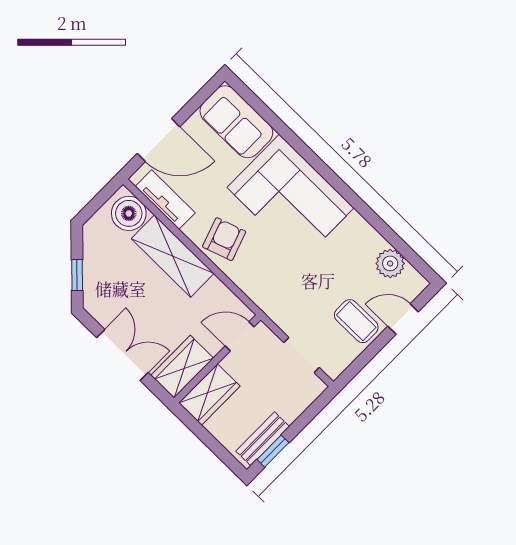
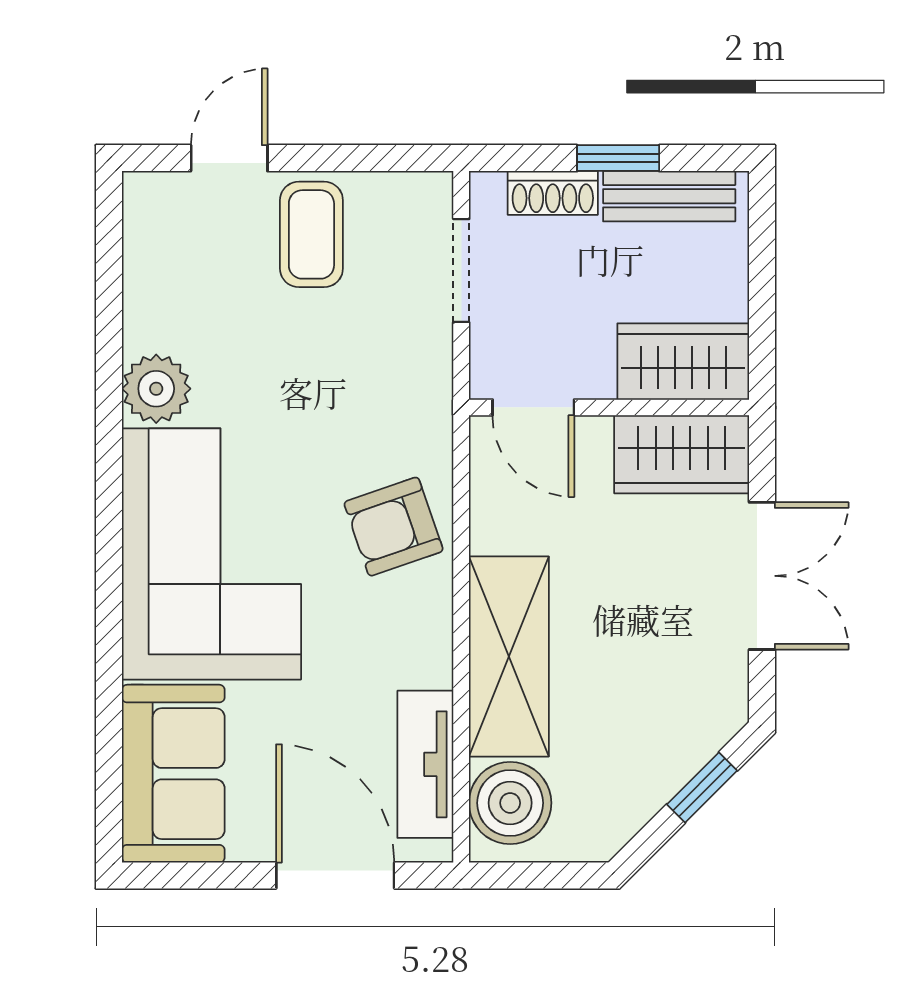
armchair: (224, 239) -> (394, 527), moved
plant: (390, 263) -> (156, 389), moved
door: (403, 319) -> (229, 158), swing flipped
double door: (122, 355) -> (762, 576), swing flipped
shoe rack: (298, 405) -> (553, 193), added
window: (273, 451) -> (618, 158), moved

